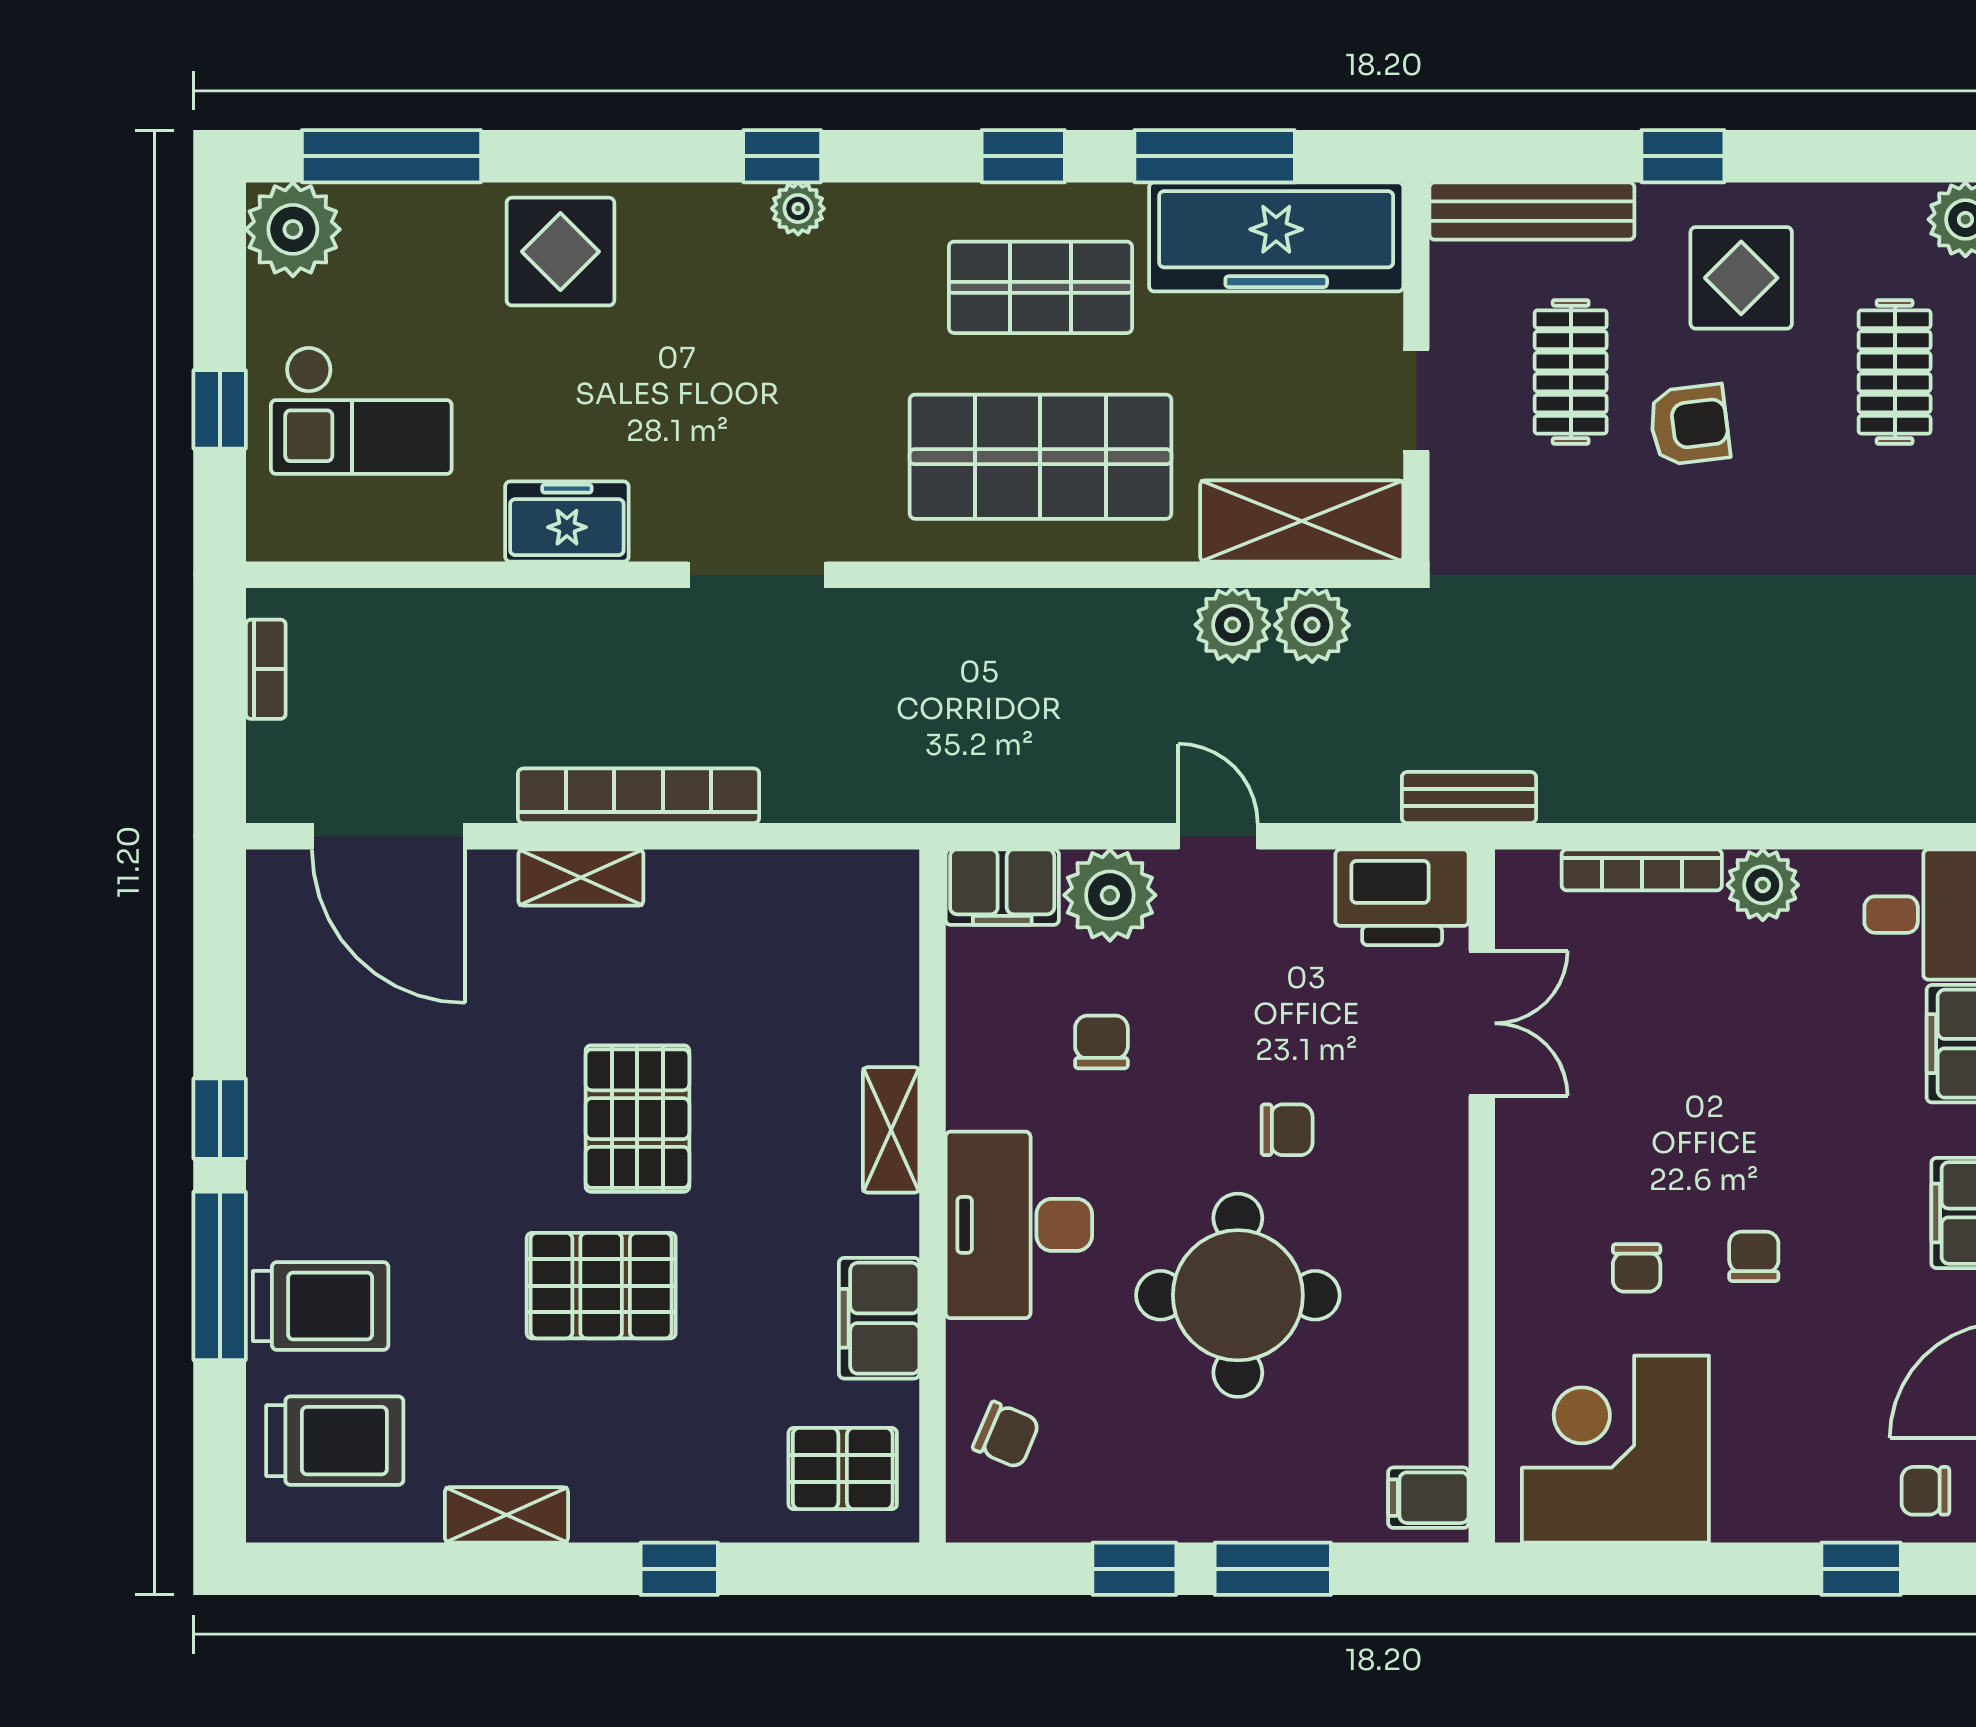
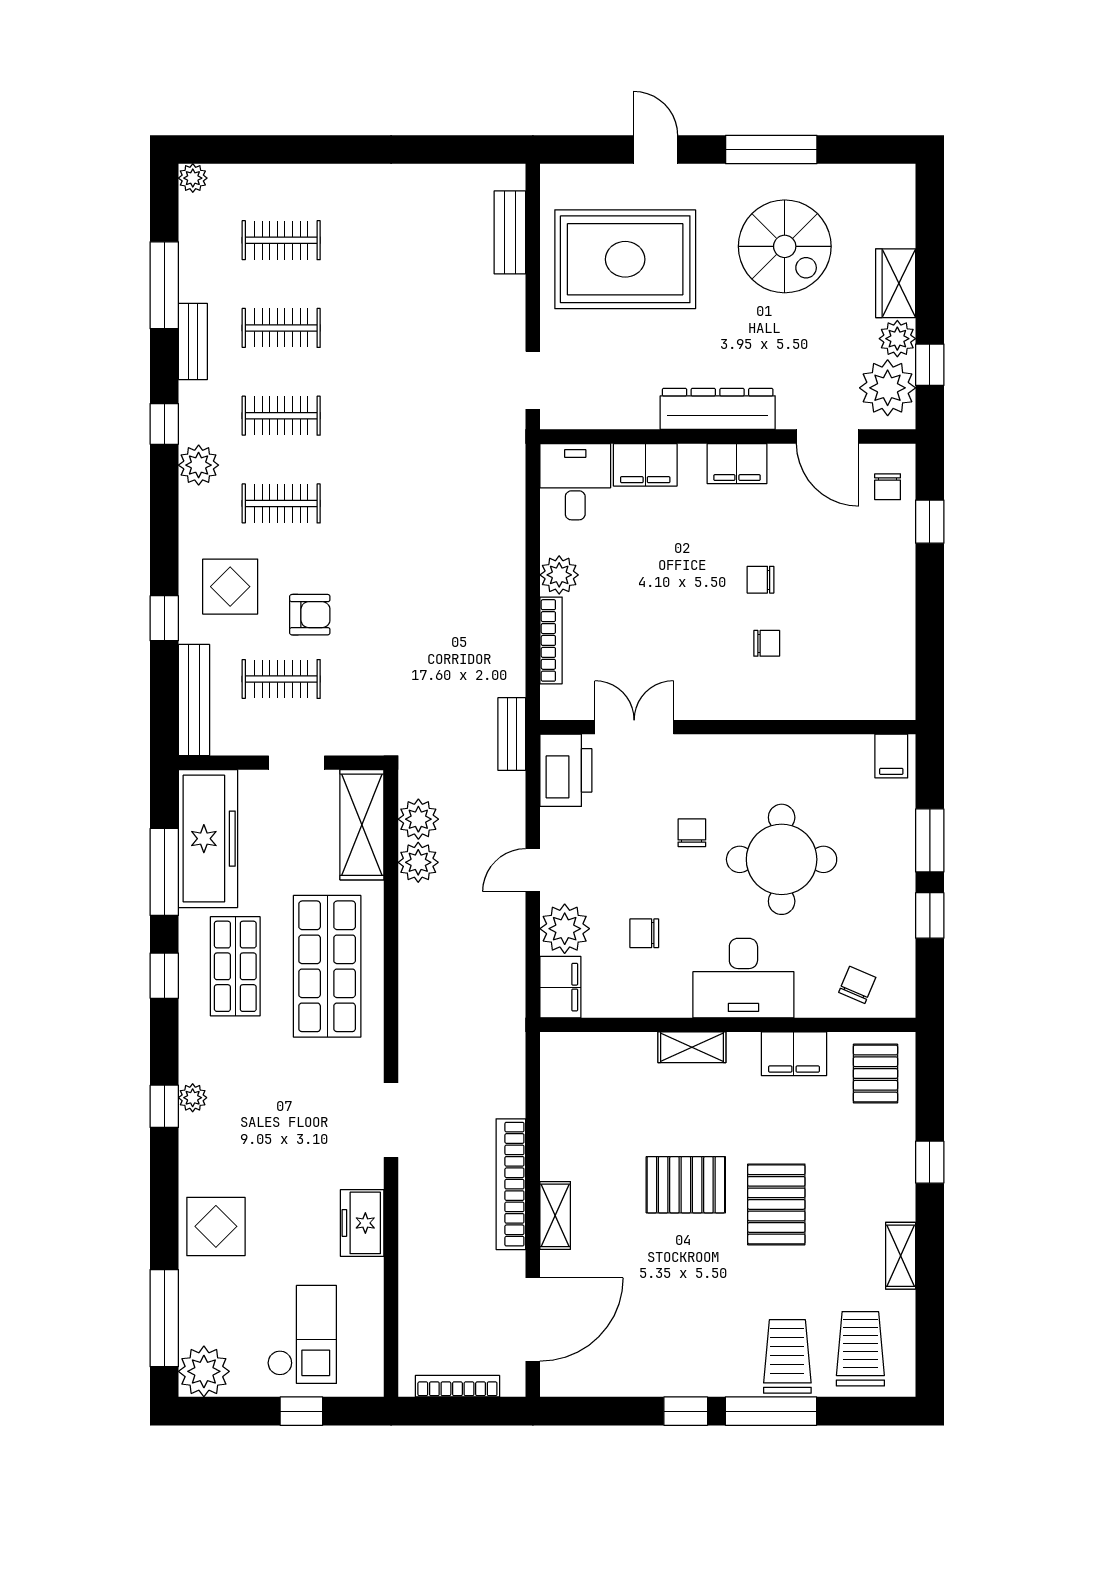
armchair: (1689, 425) -> (310, 615), turned 97
bookcase: (266, 669) -> (457, 1386), width x1.56
corner desk: (1615, 1449) -> (865, 655), removed

